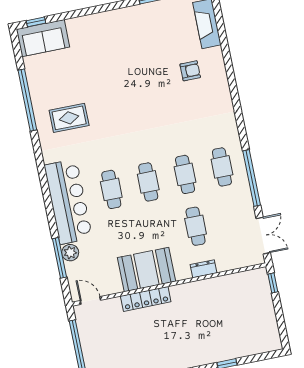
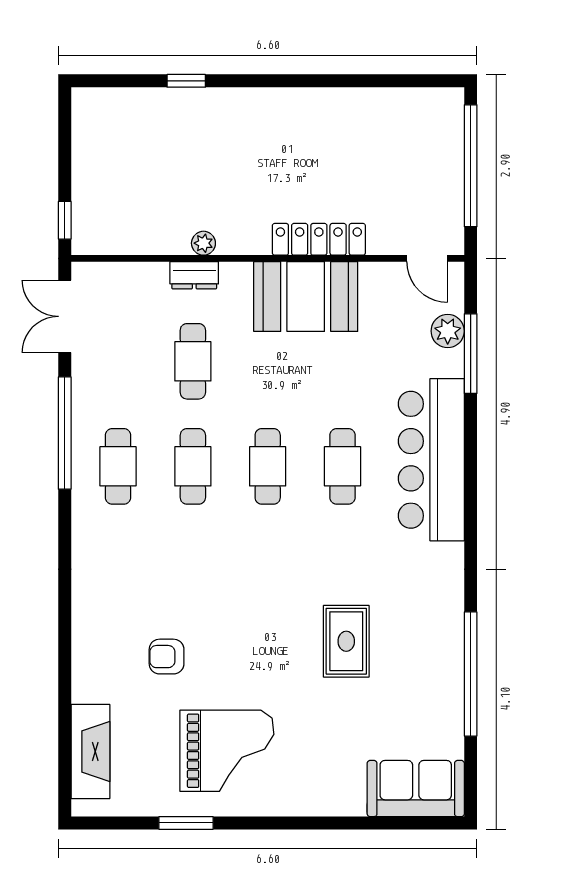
window: (36, 22) -> (423, 823), removed
grand piano: (140, 38) -> (227, 751), added
armchair: (190, 71) -> (167, 657), moved
rug: (69, 118) -> (346, 641), moved, turned 90
plant: (70, 253) -> (448, 331), moved
plant: (202, 285) -> (203, 243), added

